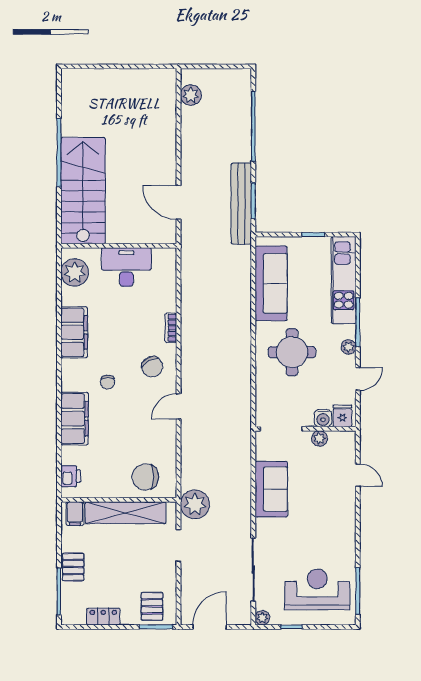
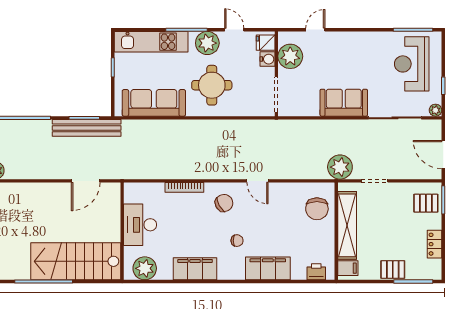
bookcase: (171, 328) -> (184, 187), width x1.56
plant: (349, 347) -> (207, 43), width x1.87, depth x1.87
plant: (319, 438) -> (290, 56), width x1.88, depth x1.88
sofa: (271, 489) -> (344, 103), moved

